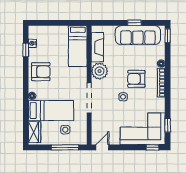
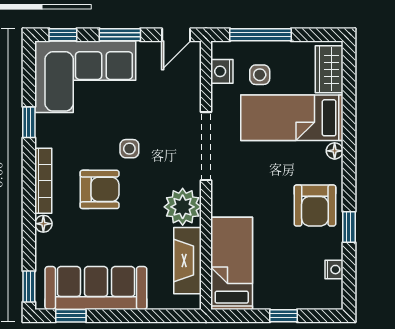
window: (55, 23) -> (284, 316), added
window: (134, 23) -> (71, 316), moved
window: (26, 50) -> (349, 227), moved
armchair: (41, 72) -> (315, 205), turned -90
window: (168, 125) -> (29, 122), moved
nightstand: (82, 131) -> (222, 71), added
window: (127, 147) -> (120, 35), added

